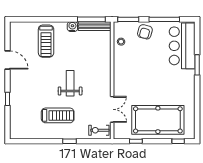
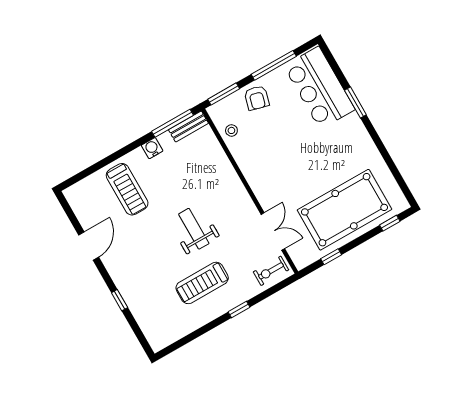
bench: (95, 26) -> (188, 127), width x0.73
door: (7, 60) -> (89, 246), hinge flipped
treadmill: (58, 115) -> (202, 283), turned 180

